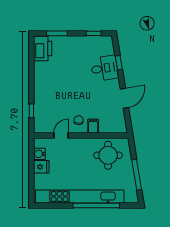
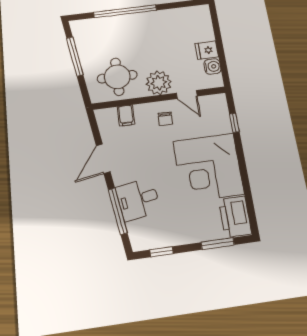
window: (119, 63) -> (118, 211), width x2.17
corner desk: (55, 83) -> (208, 167), added
filing cabinet: (93, 126) -> (126, 115), moved
door: (61, 135) -> (187, 95), hinge flipped
plant: (79, 147) -> (159, 83), added
kitchen unit: (80, 196) -> (149, 19), removed

